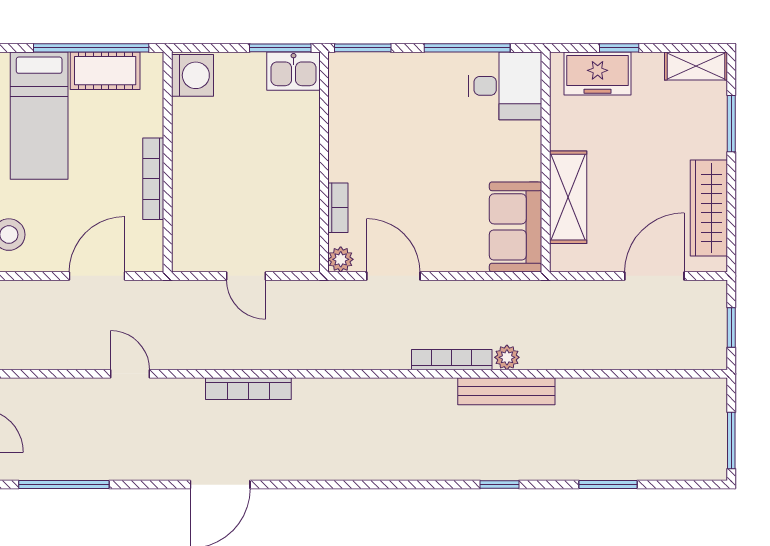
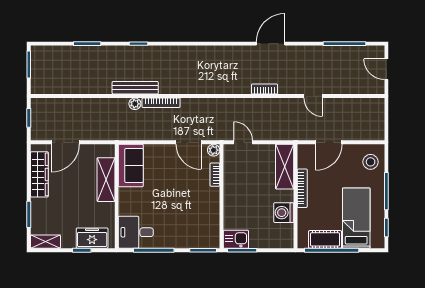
washing machine: (192, 75) -> (284, 213), moved
shelving: (191, 224) -> (285, 167), added
door: (246, 276) -> (243, 142), moved
bookcase: (248, 389) -> (264, 89), width x0.64

